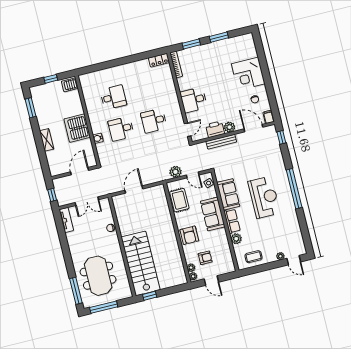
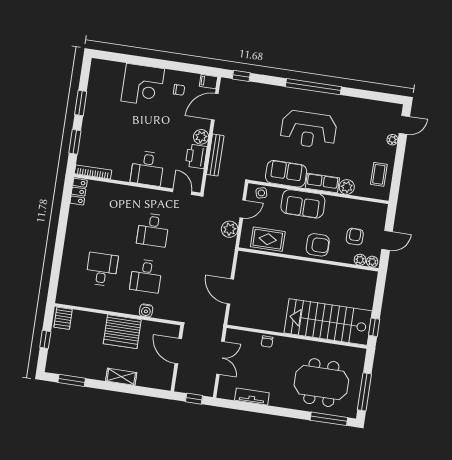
reception desk: (264, 197) -> (309, 130), turned 180
tv unit: (66, 220) -> (252, 397), moved

